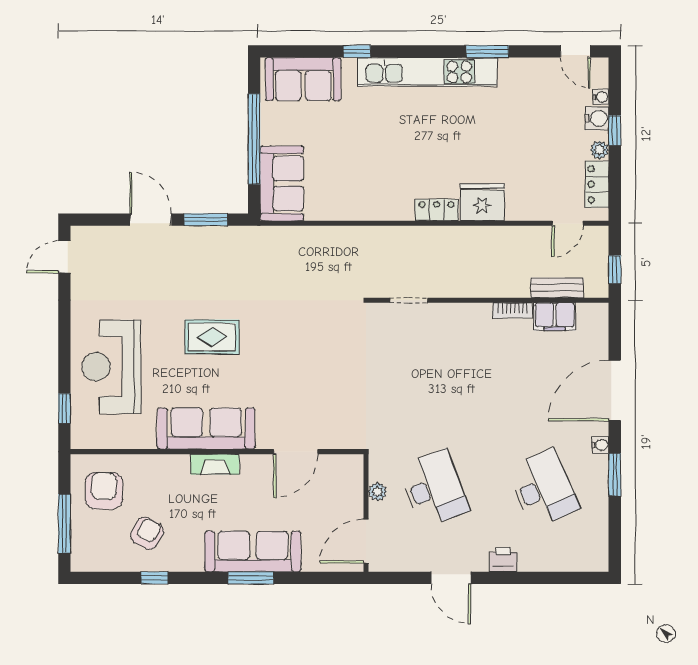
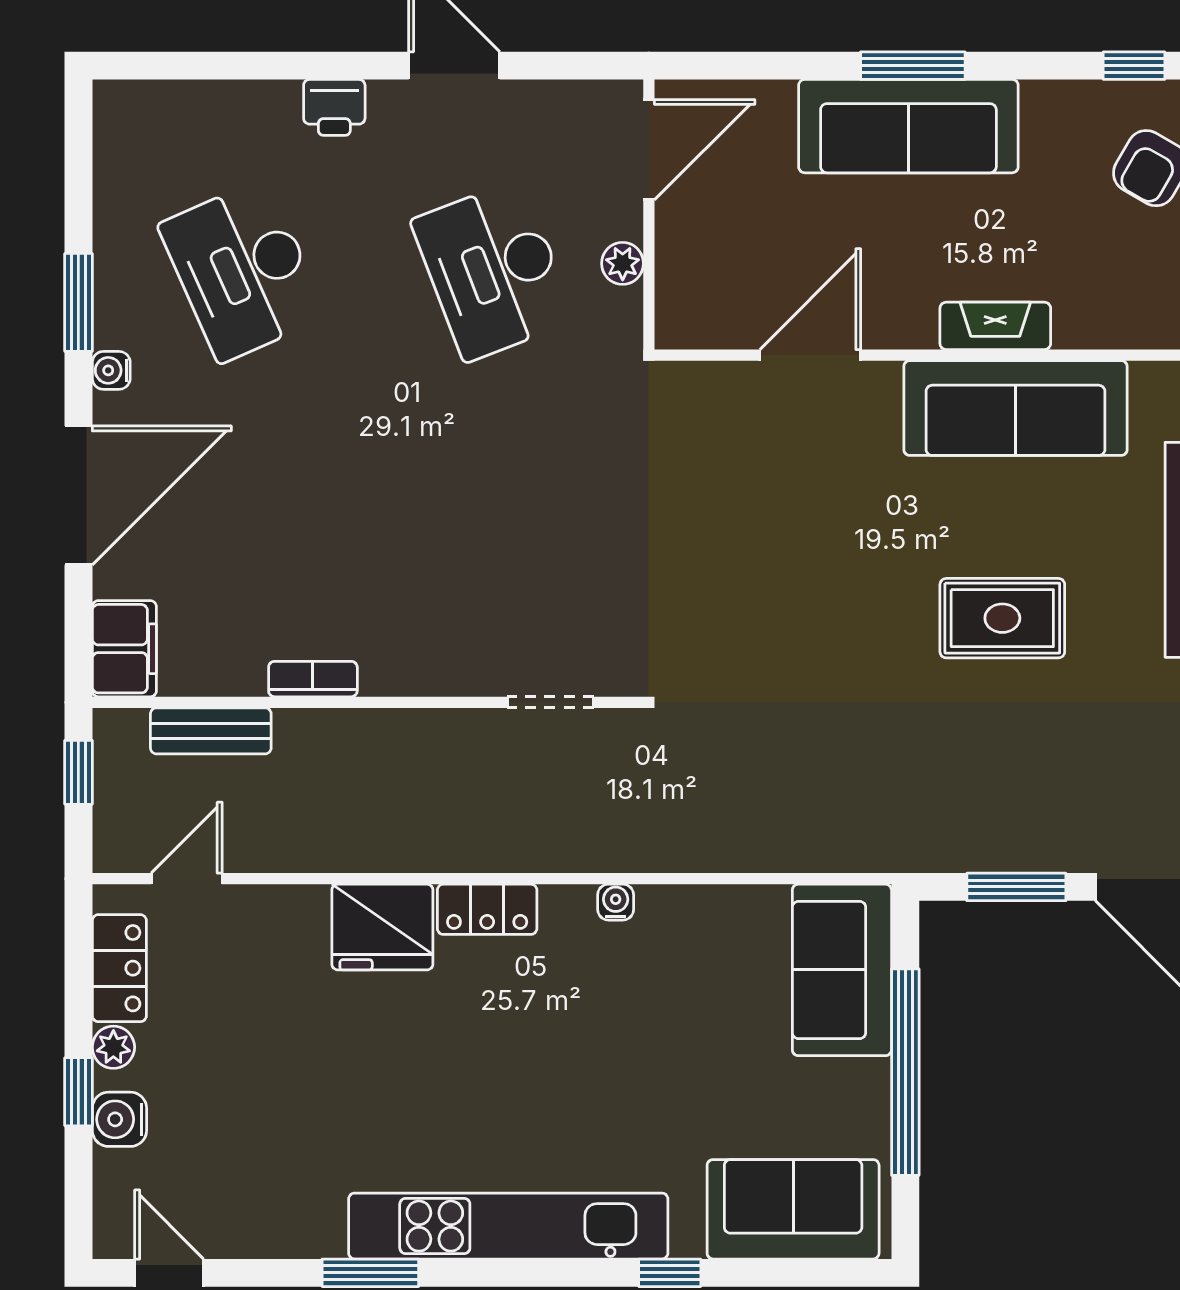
water cooler: (601, 97) -> (616, 902), moved, turned 90
filing cabinet: (555, 317) -> (124, 649), moved, turned 90

